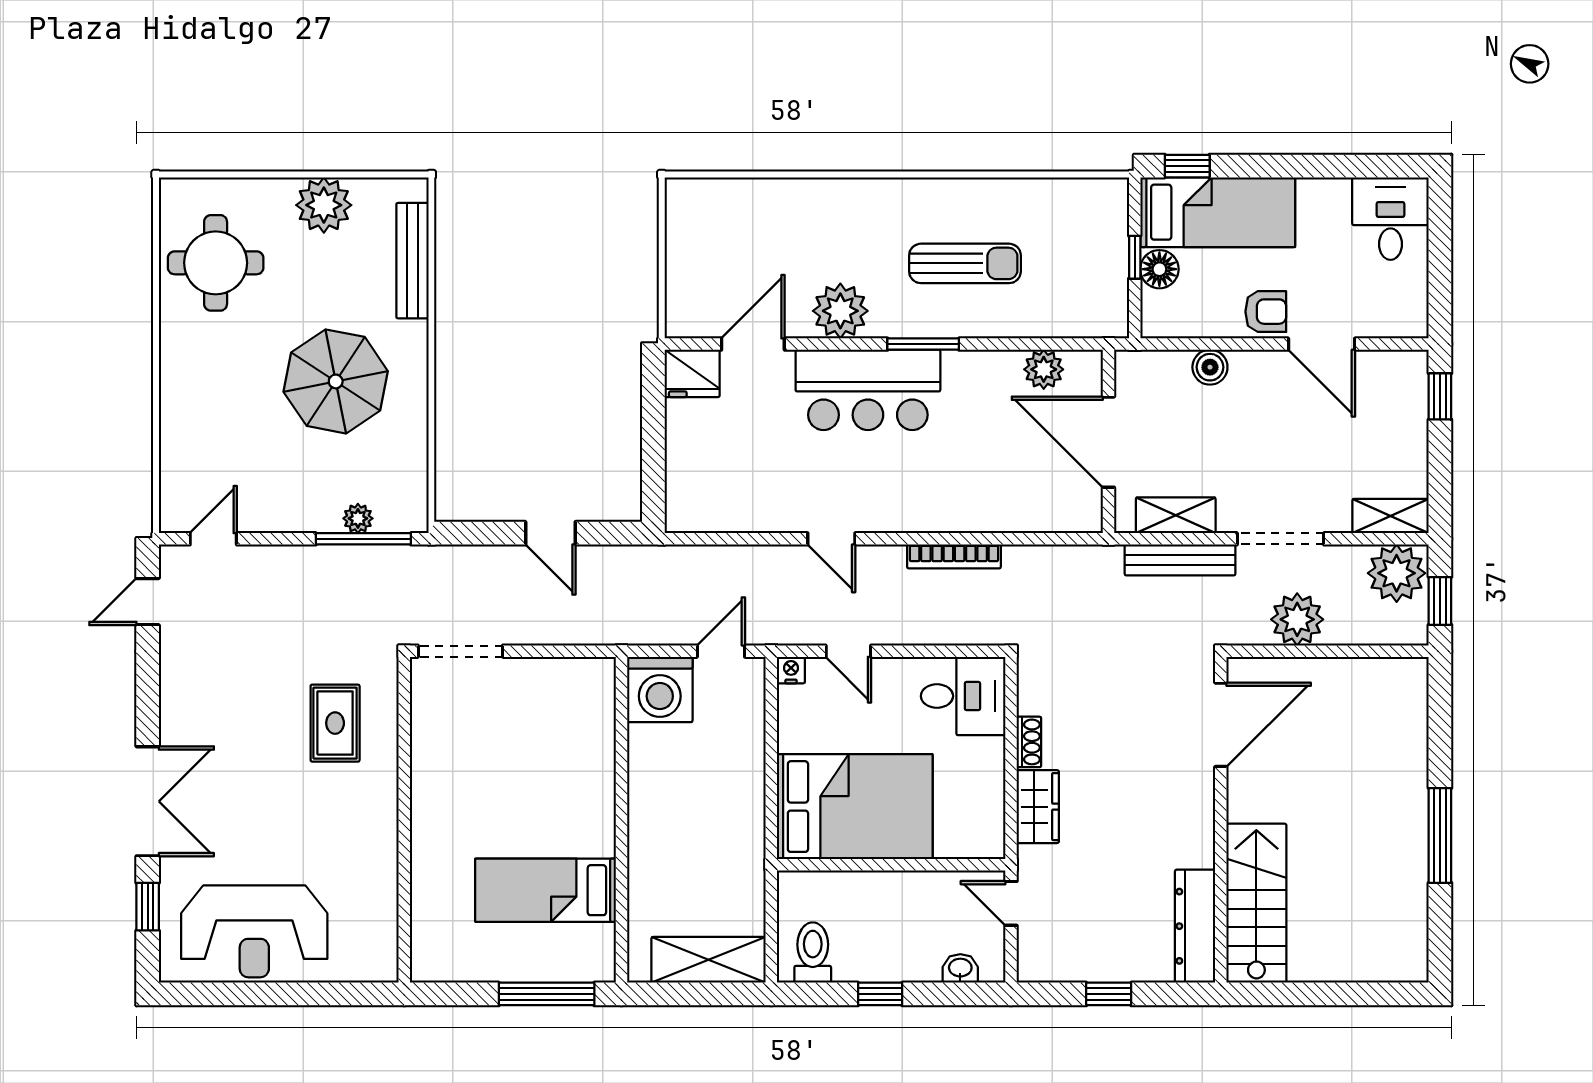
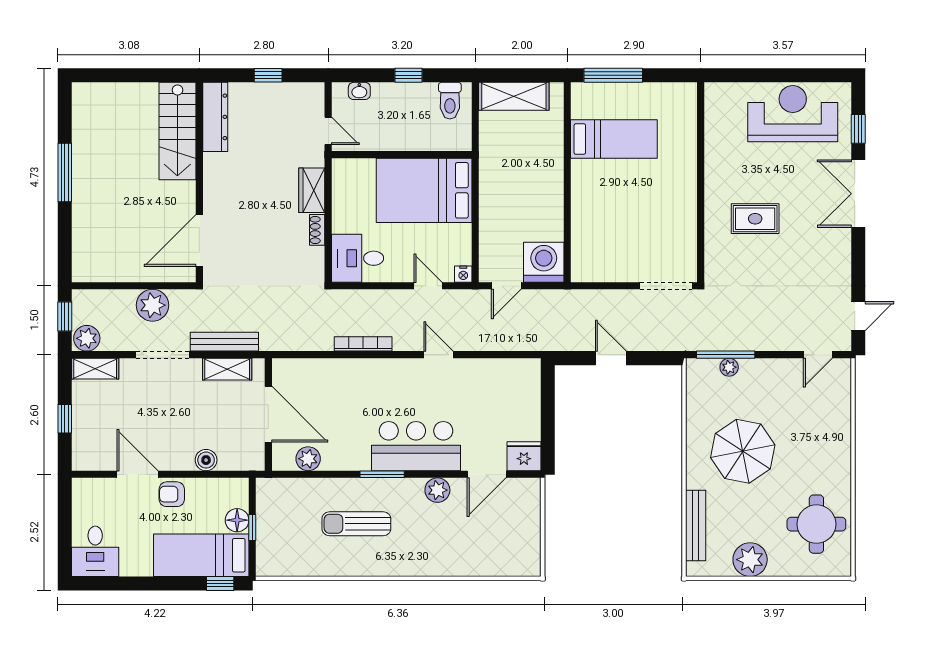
plant: (840, 311) -> (437, 490), width x0.73, depth x0.73
window: (1440, 396) -> (65, 419), moved
plant: (1397, 573) -> (87, 338), width x0.73, depth x0.73
rug: (335, 723) -> (755, 219), moved, turned 90

